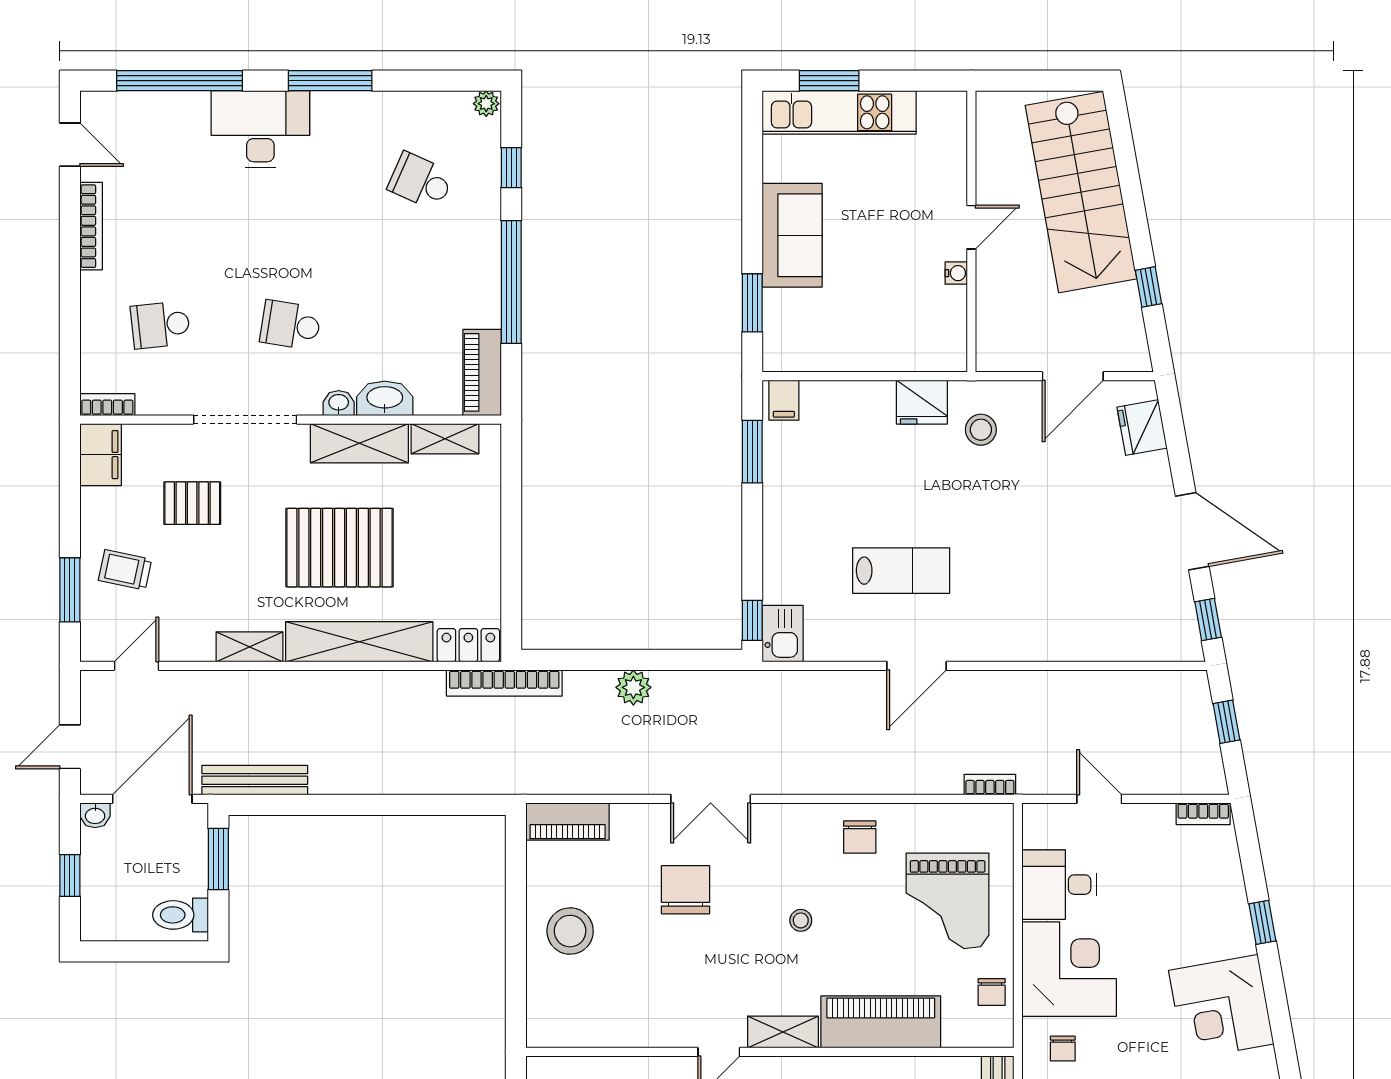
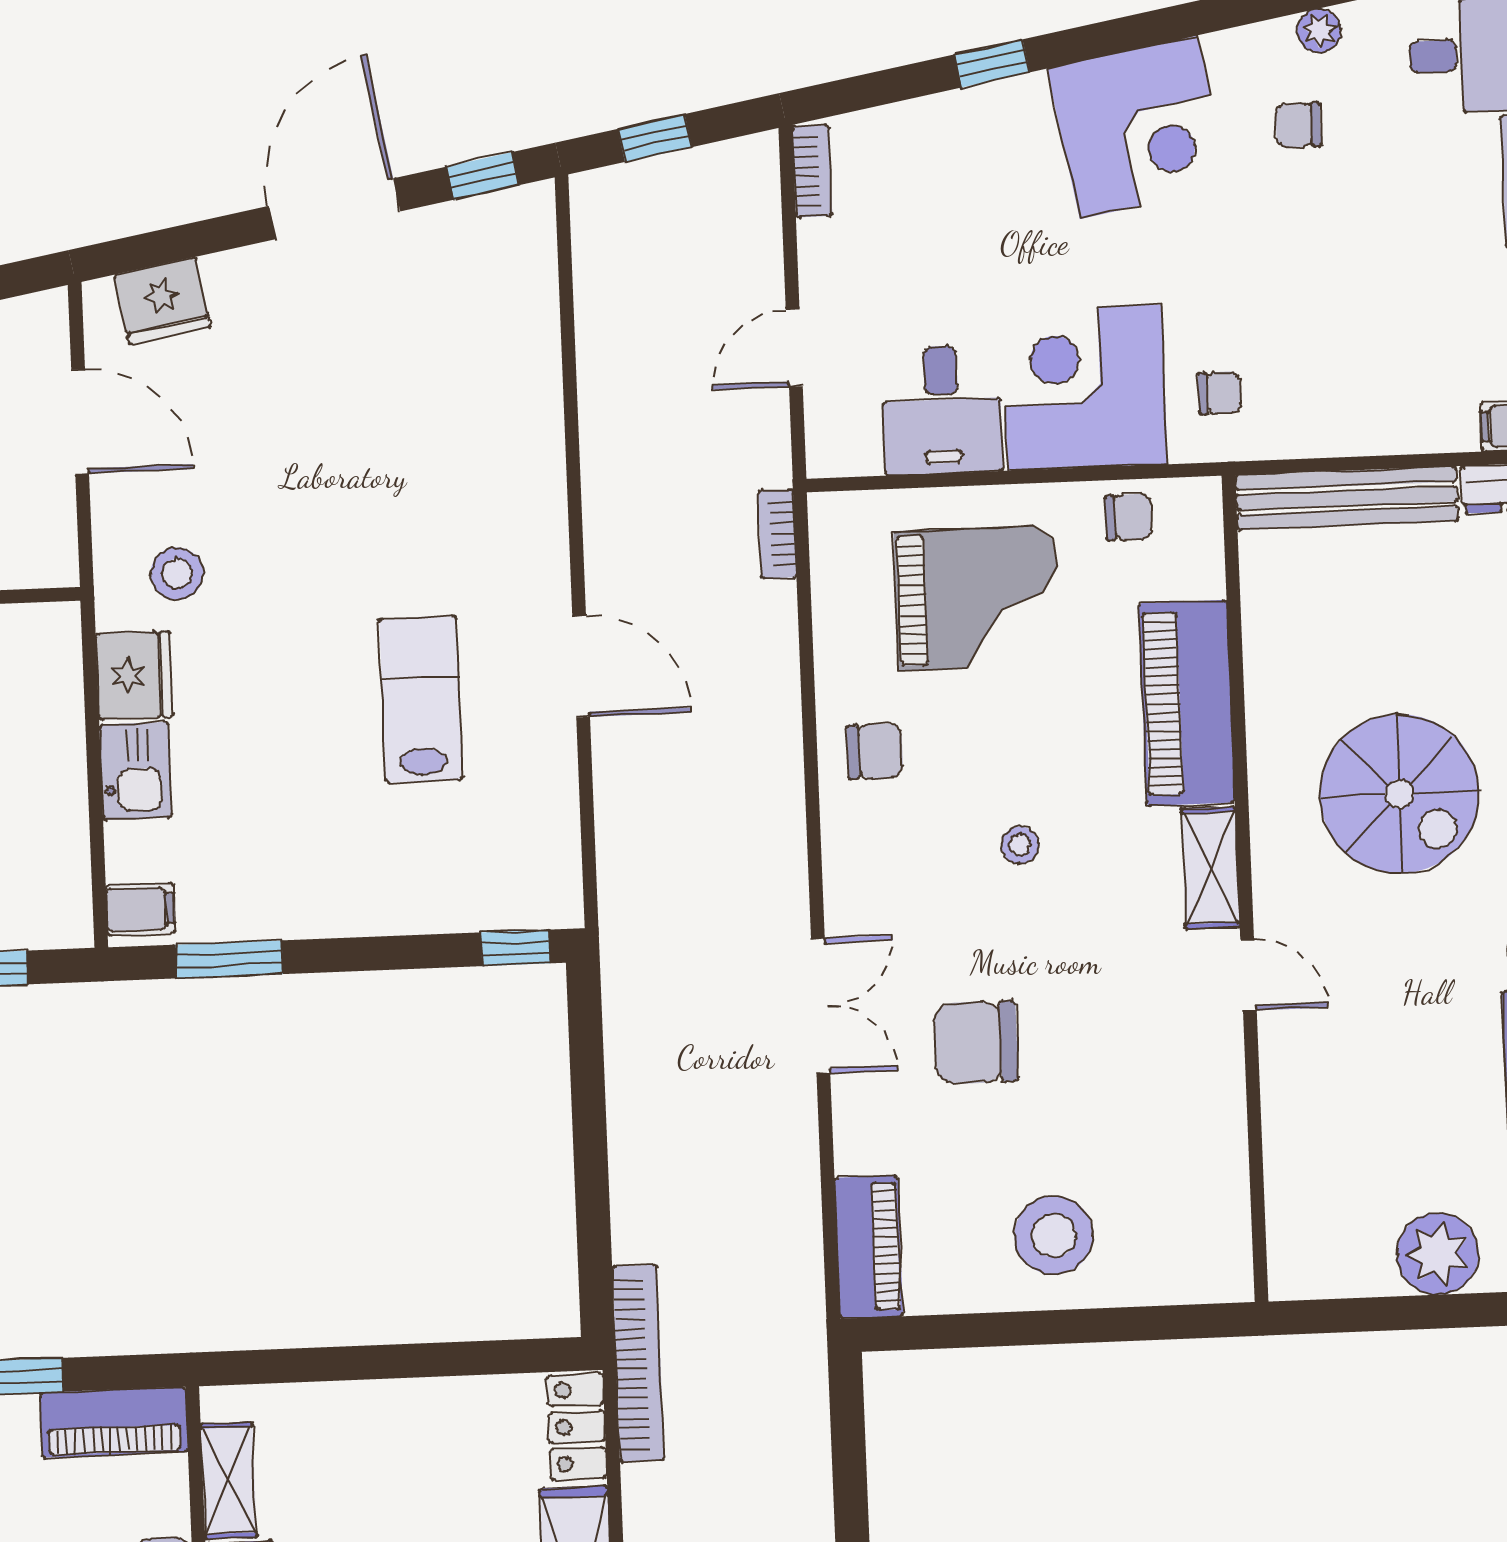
kitchen sink: (783, 634) -> (136, 771), moved, turned 90
plant: (633, 687) -> (637, 1145), removed

